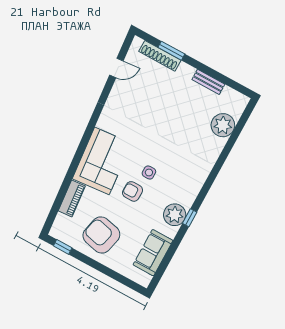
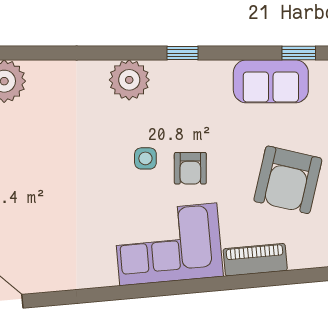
plant: (175, 215) -> (129, 80), moved
window: (159, 273) -> (299, 53), added

